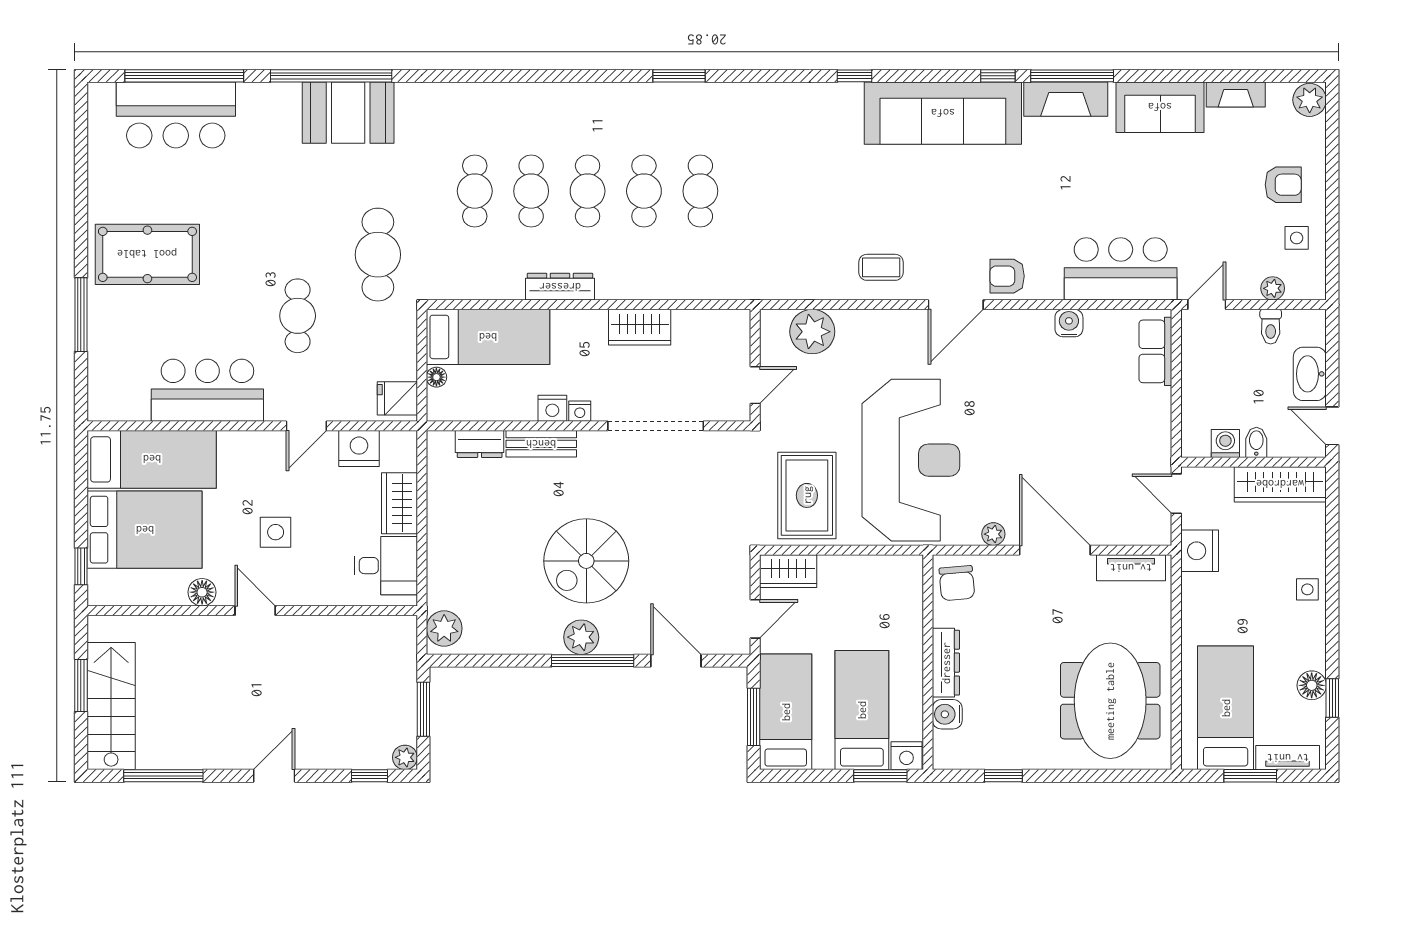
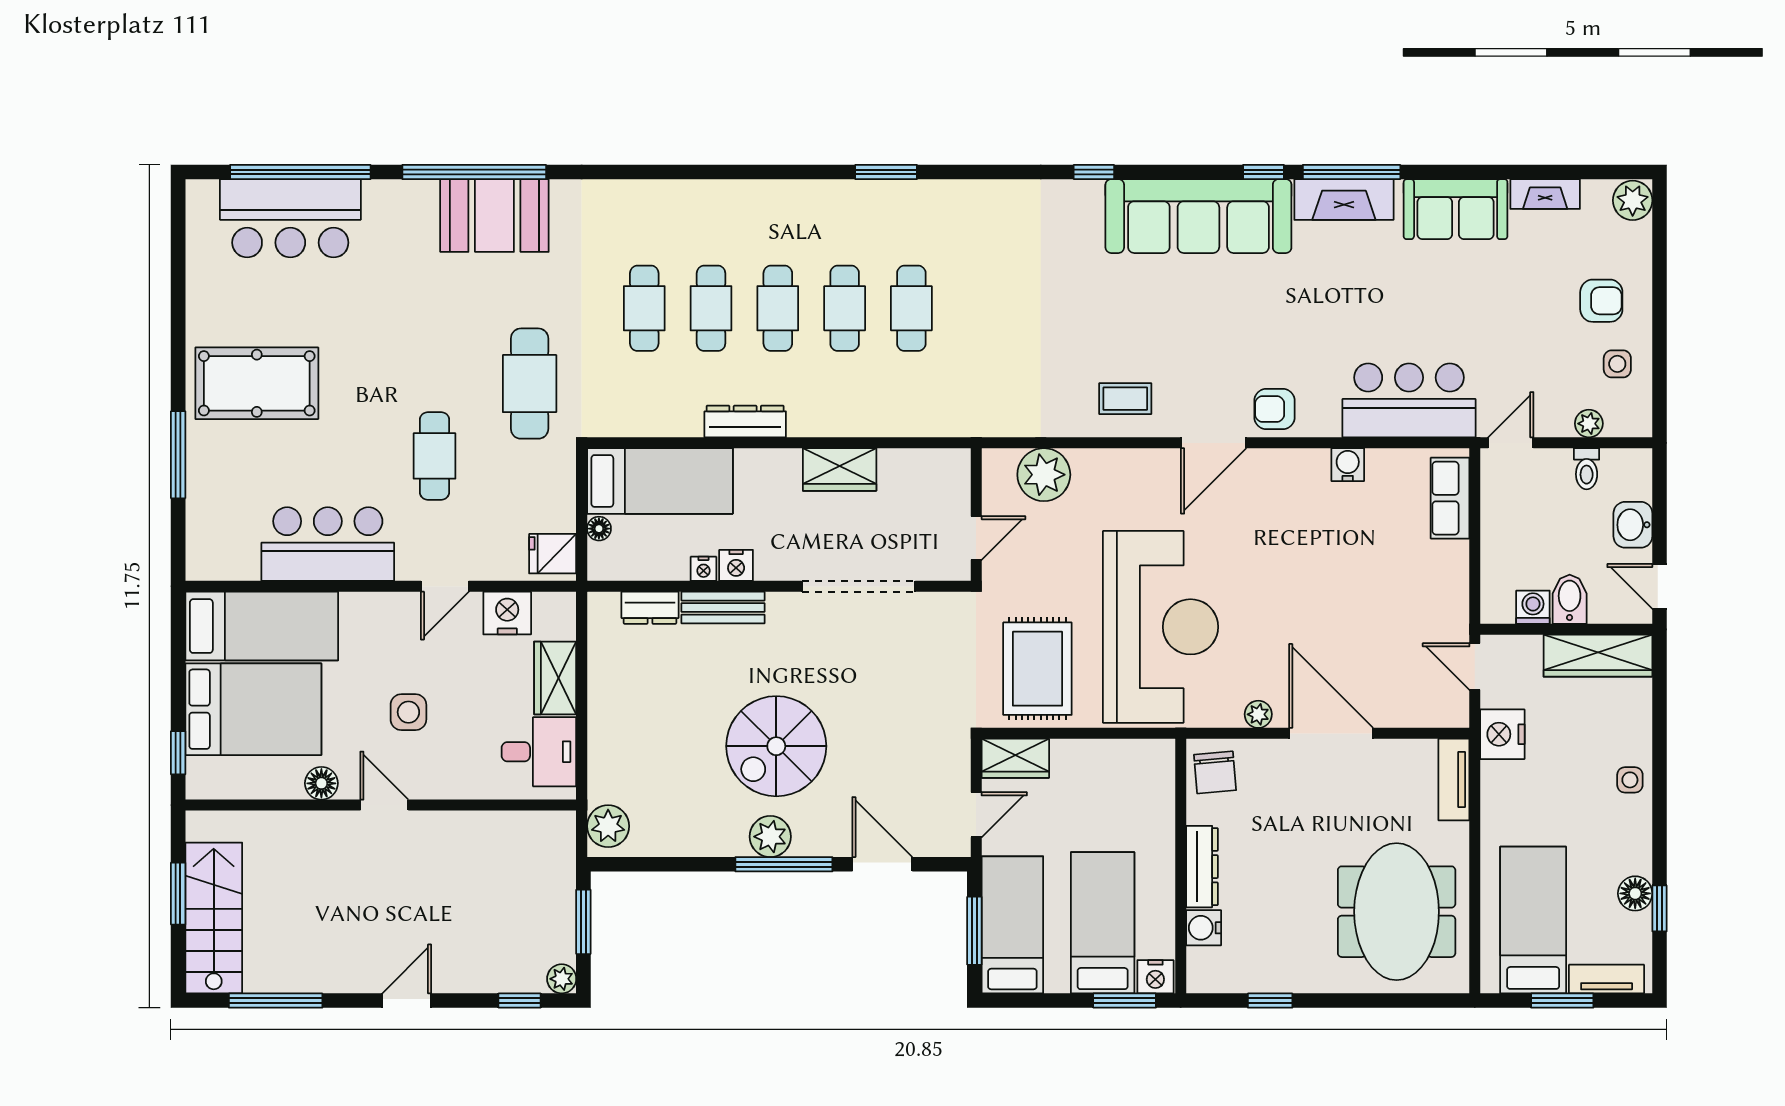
washbasin: (1310, 374) -> (1633, 525), width x0.72
nightstand: (580, 411) -> (703, 569), moved
bidet: (1256, 442) -> (1570, 599), width x1.38, depth x1.36
tv unit: (1131, 568) -> (1454, 779), moved, turned 90

